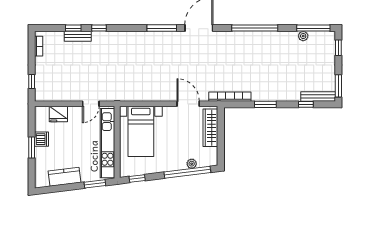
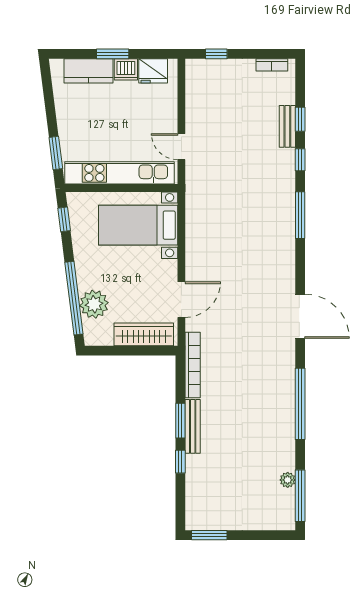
window: (162, 28) -> (300, 215), moved
window: (338, 48) -> (269, 535), removed
bench: (318, 97) -> (193, 426), moved
window: (306, 104) -> (180, 462), moved
fridge: (58, 114) -> (153, 71), moved, turned -90
plant: (192, 164) -> (94, 304), width x1.87, depth x1.87
kitchen counter: (65, 177) -> (89, 71), moved, turned 97

